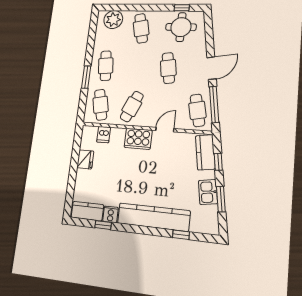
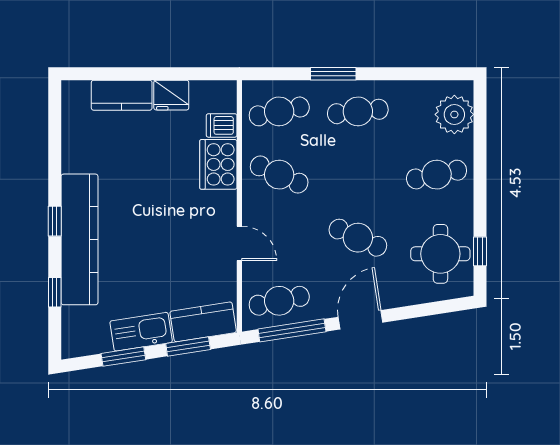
cafe table: (168, 68) -> (358, 238), turned 33
door: (212, 68) -> (361, 320), swing flipped
cooker: (138, 139) -> (218, 164), moved
window: (218, 162) -> (188, 347), width x1.50
kitchen sink: (208, 192) -> (141, 332), width x1.38
kitchen counter: (87, 211) -> (122, 95), moved, turned 90
cooker: (111, 214) -> (75, 159), removed
window: (103, 225) -> (55, 221), moved

